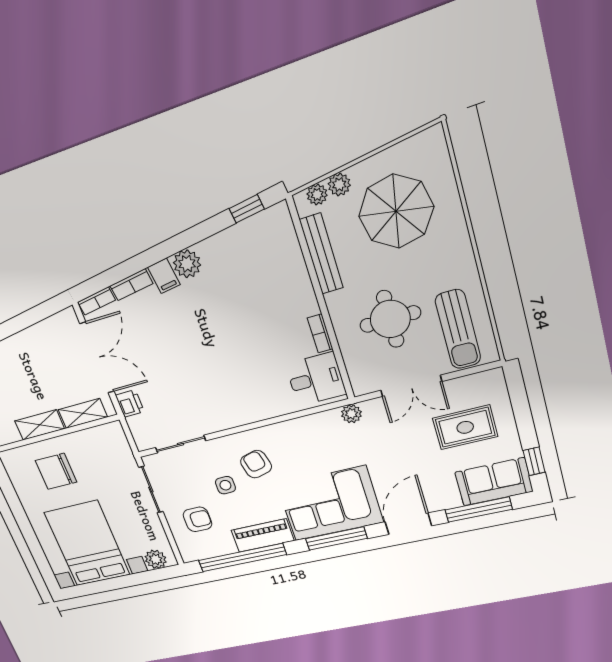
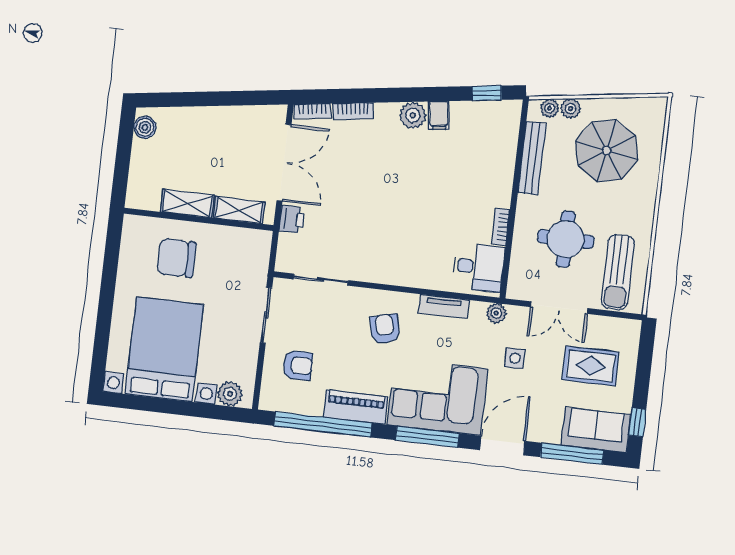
filing cabinet: (164, 276) -> (439, 115), moved
tv unit: (300, 426) -> (444, 307), added
side table: (225, 485) -> (515, 358), moved

